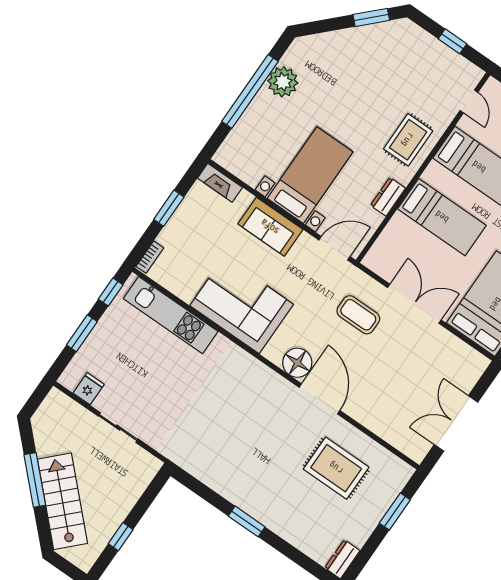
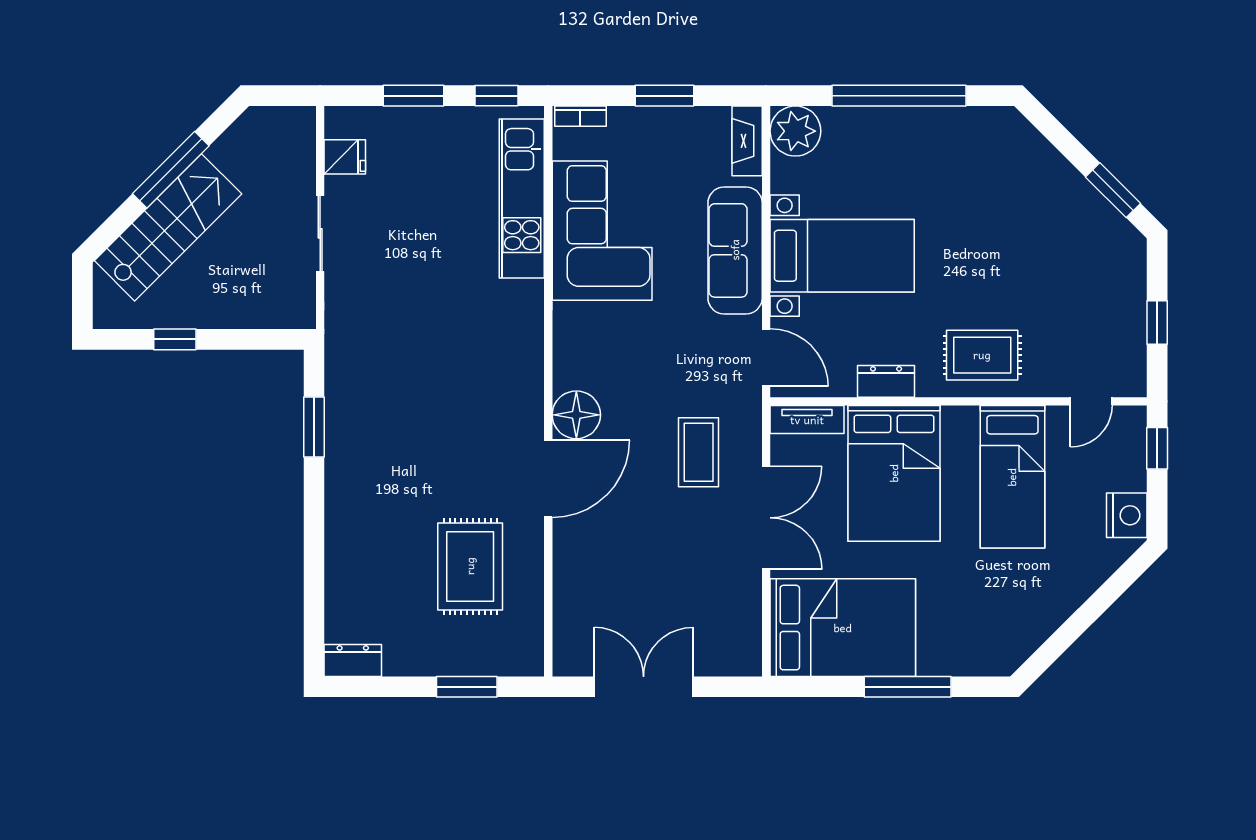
plant: (283, 82) -> (795, 131), moved
bed: (442, 217) -> (894, 473), width x1.50
sofa: (270, 227) -> (735, 250), width x1.36
tv unit: (380, 249) -> (807, 420), added
corner sofa: (242, 305) -> (602, 231), moved
window: (247, 521) -> (314, 427), moved

